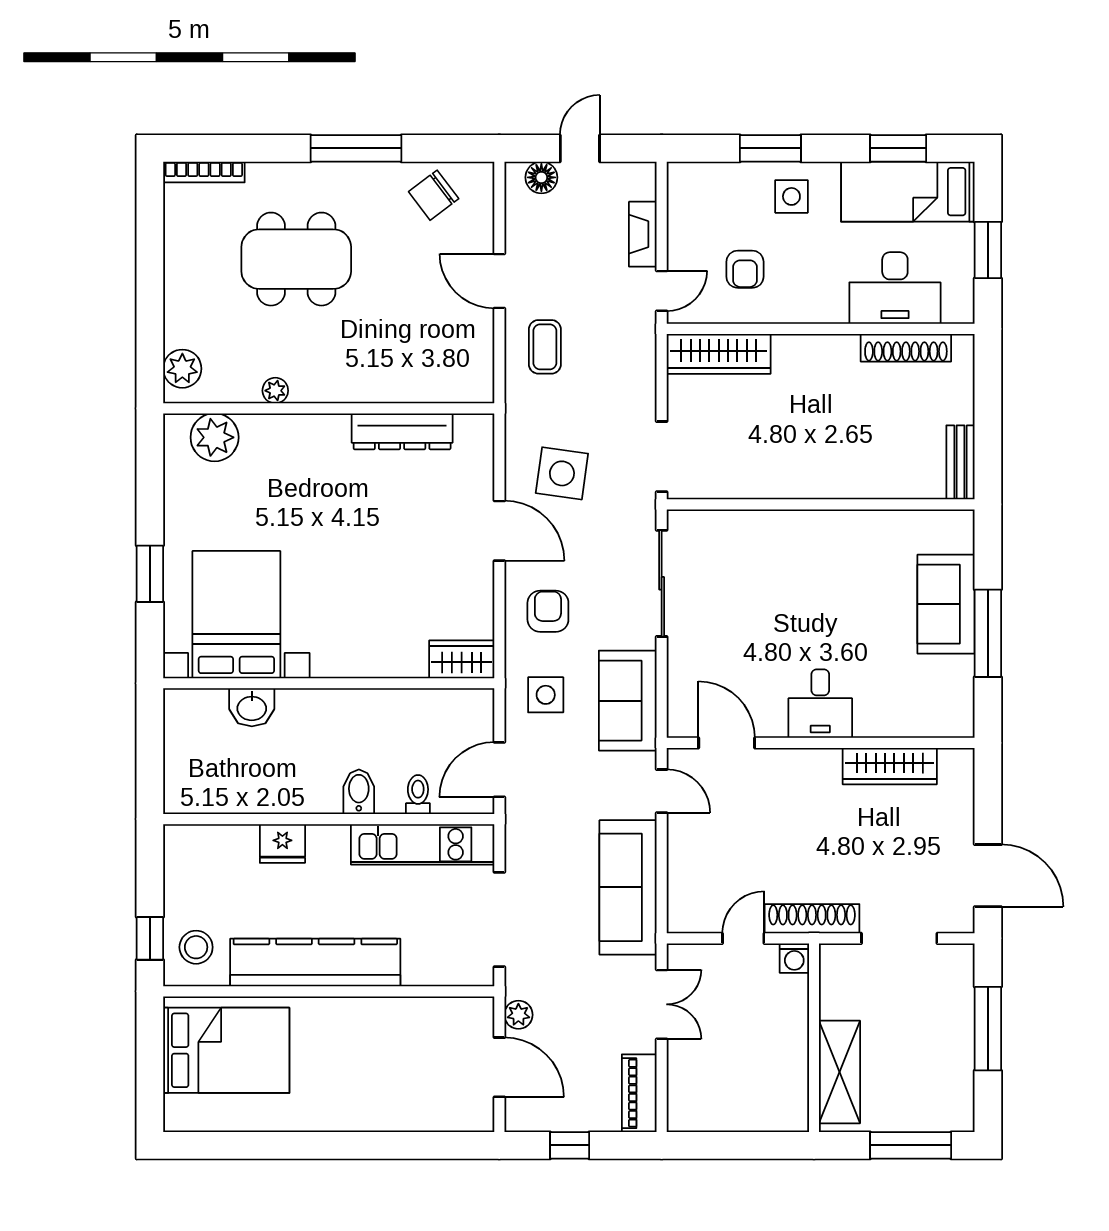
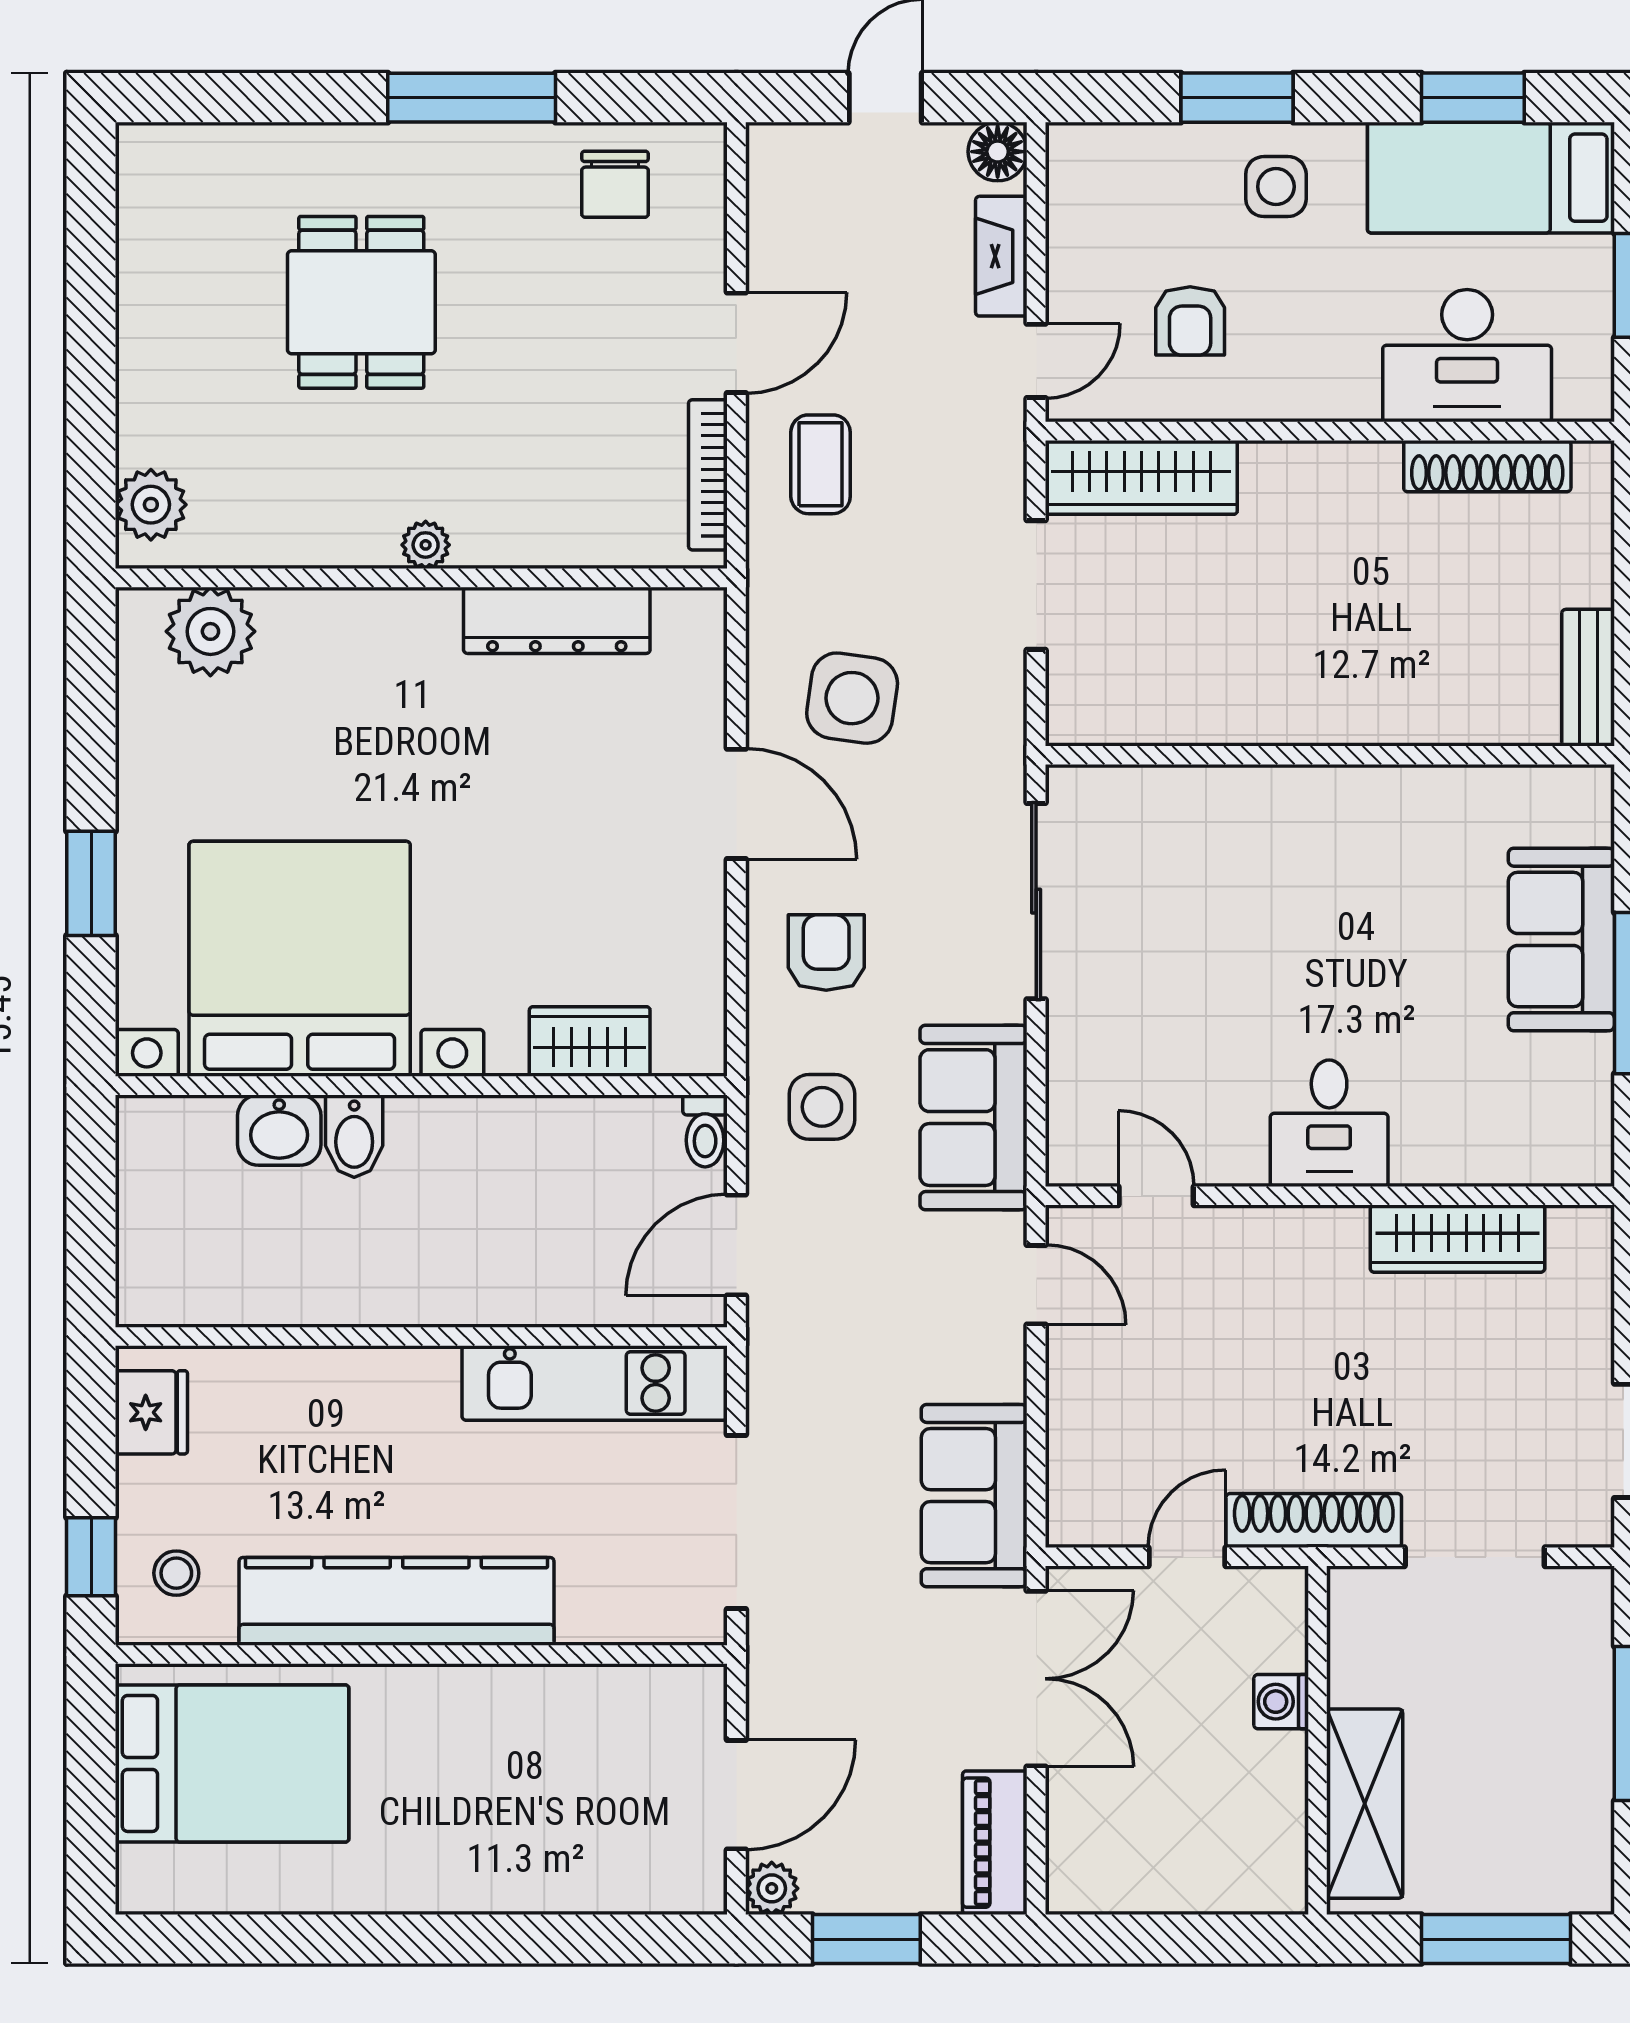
bookcase: (204, 172) -> (708, 475), moved, turned 90
floor lamp: (541, 177) -> (998, 152), moved
chair: (434, 195) -> (615, 184), turned -53
dining table: (296, 259) -> (361, 302), width x0.73
door: (499, 281) -> (736, 343), swing flipped
plant: (275, 391) -> (426, 545), moved
doorway: (662, 457) -> (1036, 585), moved
bed with nightstands: (236, 615) -> (300, 959), width x1.36
wardrobe: (462, 659) -> (590, 1041), moved
door: (727, 743) -> (1156, 1196), width x0.73
bidet: (359, 792) -> (354, 1136), moved, turned 180
toilet: (418, 795) -> (705, 1131), moved, turned 180
fridge: (282, 844) -> (151, 1412), moved, turned -90
sofa: (628, 887) -> (974, 1496), width x0.73
stool: (196, 947) -> (176, 1573), width x0.73, depth x0.73
washing machine: (794, 958) -> (1281, 1702), moved, turned 90
double door: (662, 1004) -> (1036, 1679), width x1.37
plant: (518, 1015) -> (772, 1888), moved
door: (499, 1067) -> (736, 1795), hinge flipped
window: (570, 1145) -> (866, 1939), width x1.50

